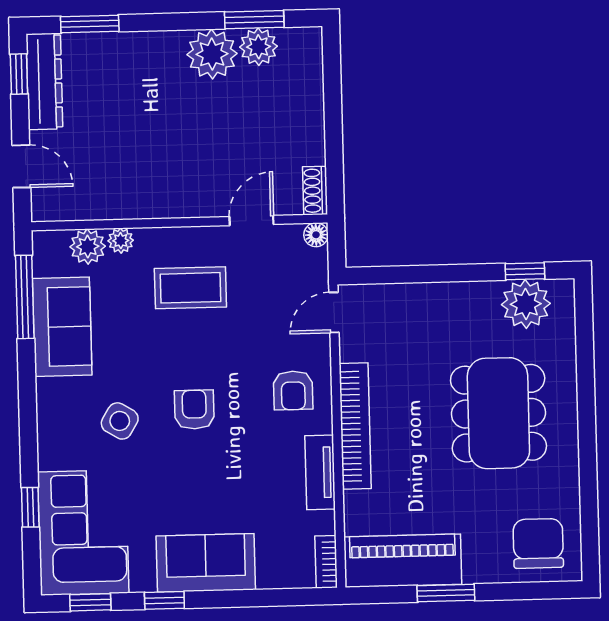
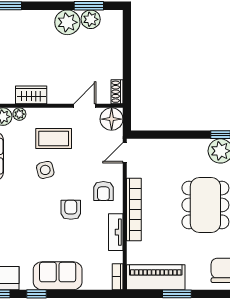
wardrobe: (143, 201) -> (31, 95), added
floor lamp: (316, 235) -> (112, 119), width x1.89, depth x1.89
armchair: (194, 410) -> (71, 210), moved
side table: (120, 421) -> (45, 170), moved, turned 45

